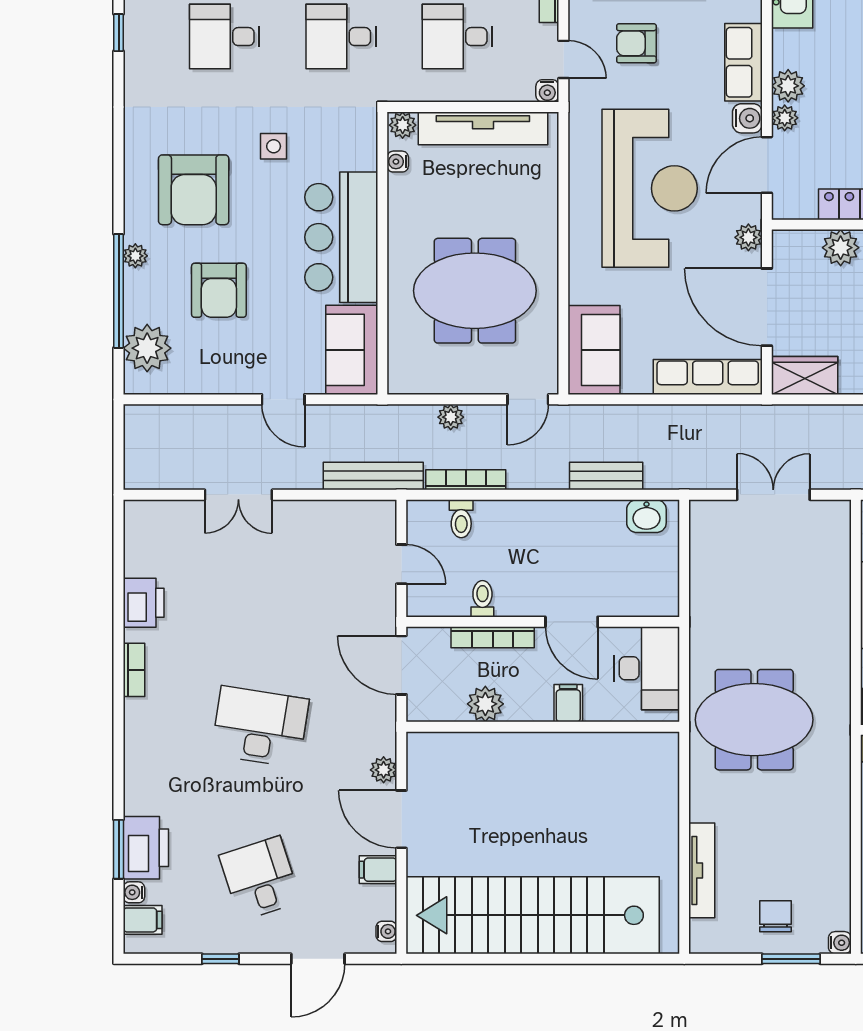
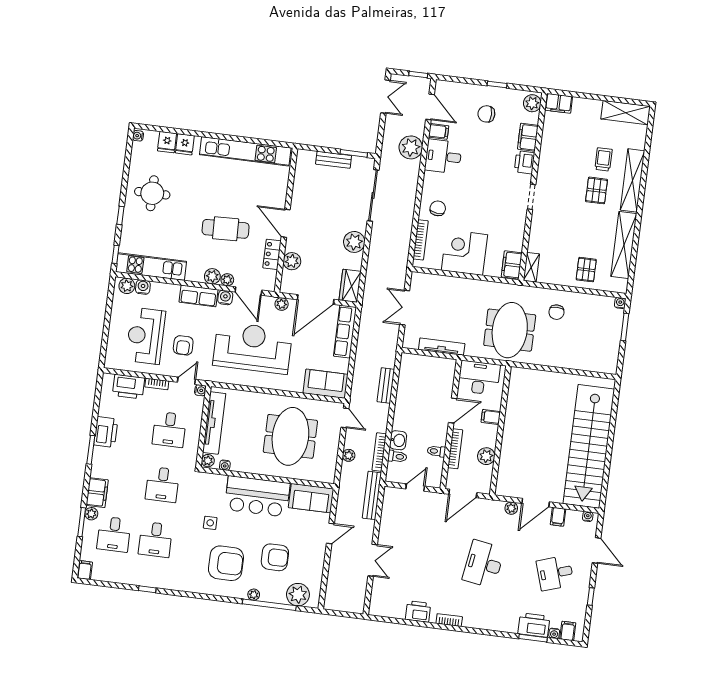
washbasin: (646, 516) -> (398, 440), moved
tv unit: (702, 870) -> (442, 347), moved
chair: (775, 916) -> (556, 312), moved, turned -90

